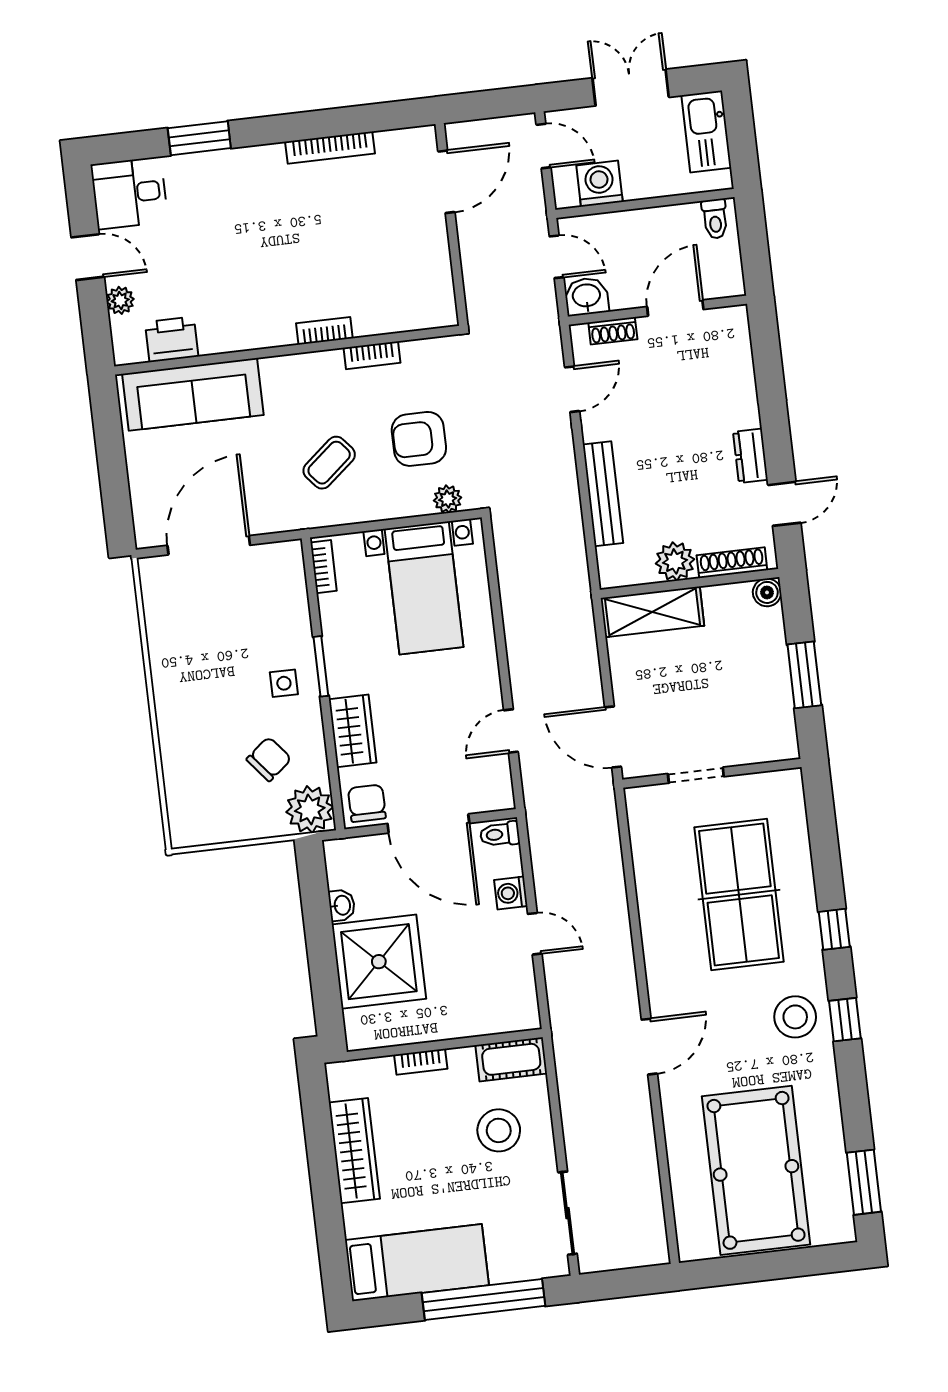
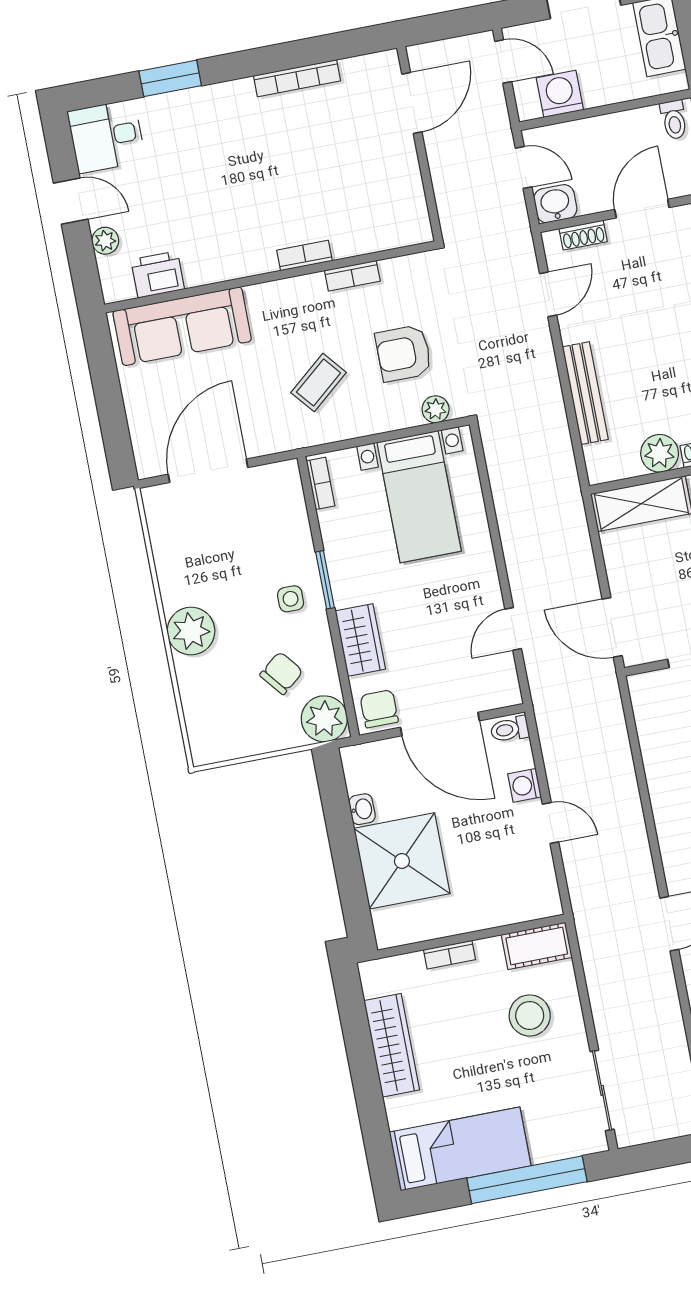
plant: (179, 709) -> (191, 631), added

